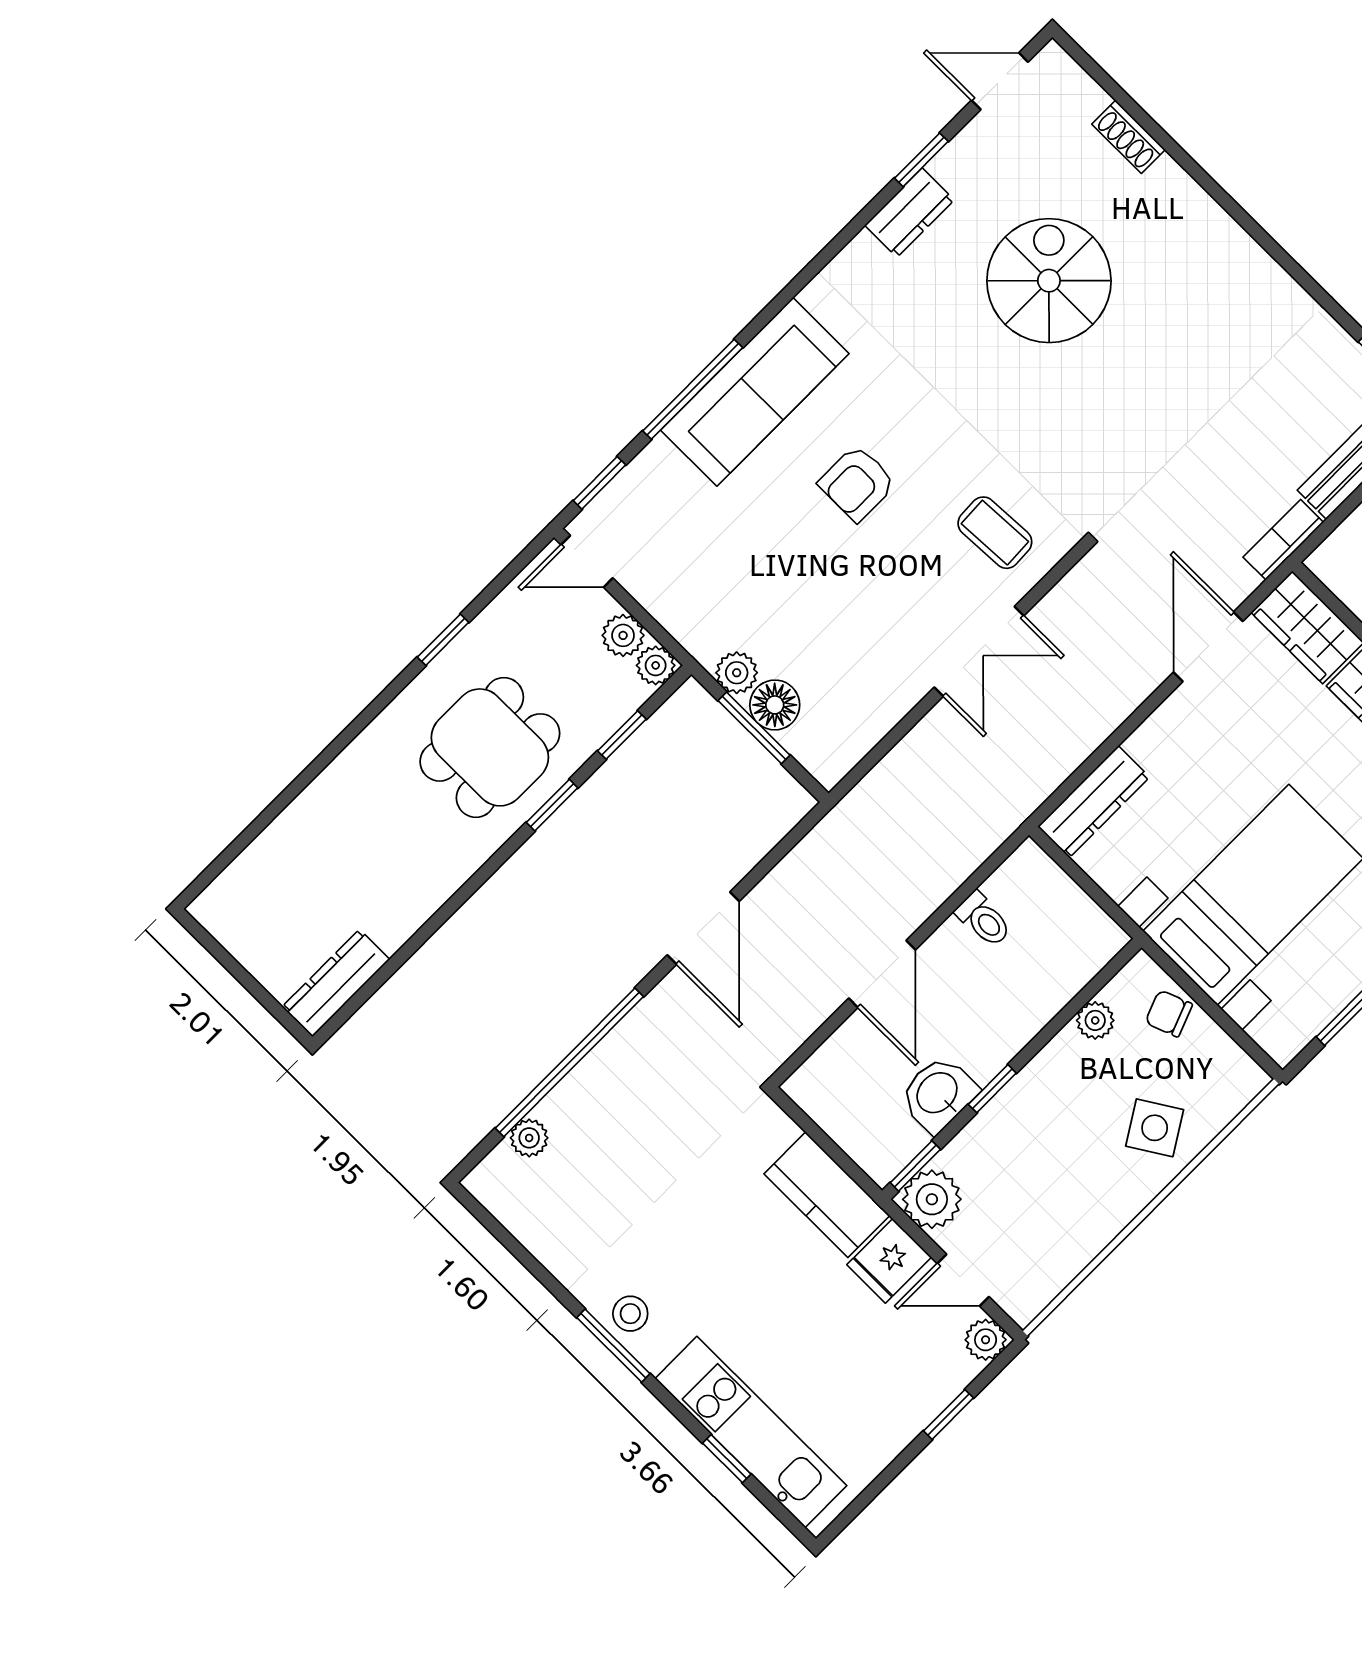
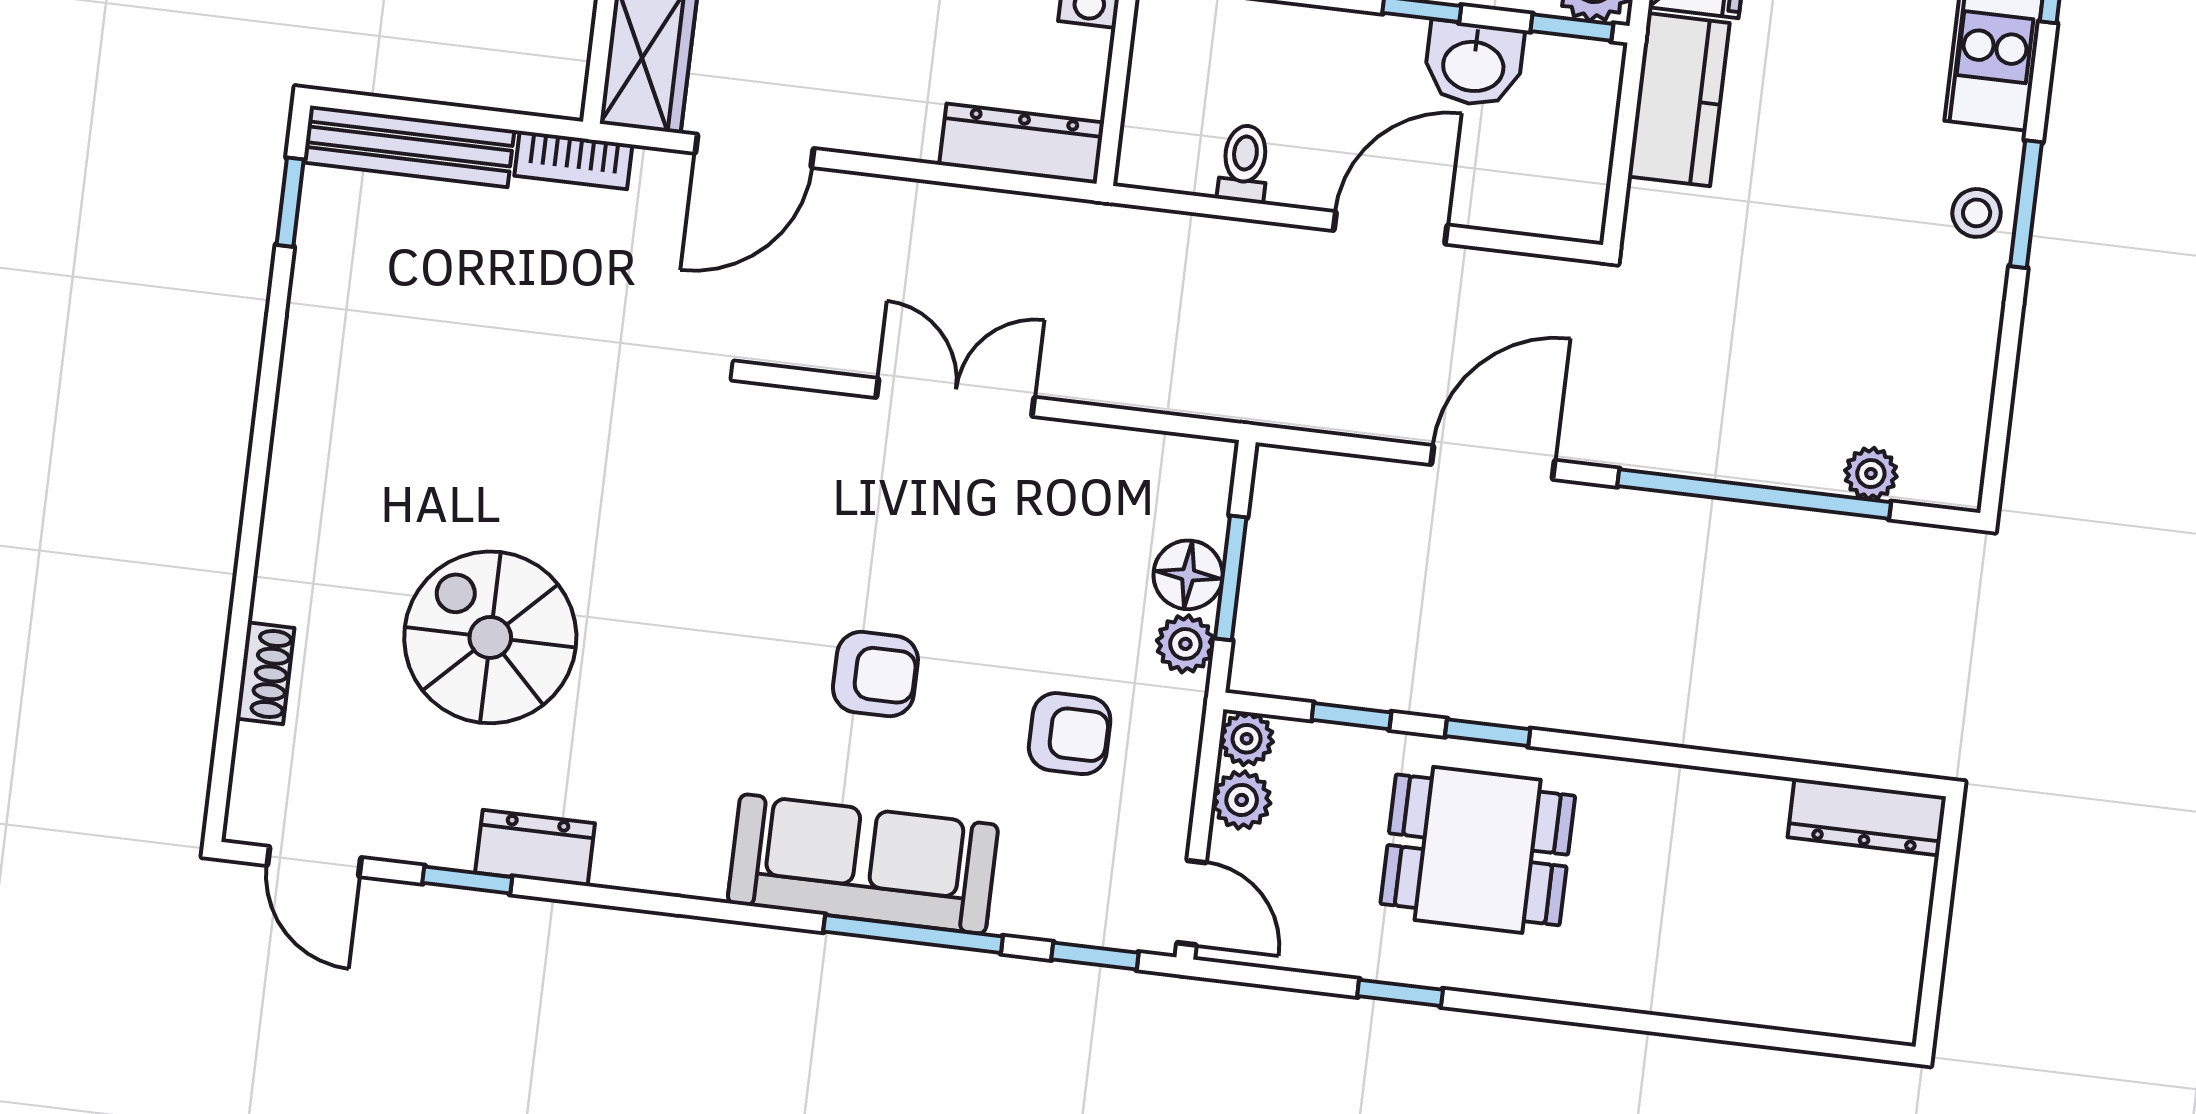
spiral stairs: (1049, 281) -> (490, 637), turned 90
coffee table: (995, 533) -> (812, 481), removed
armchair: (737, 567) -> (1070, 734), added

